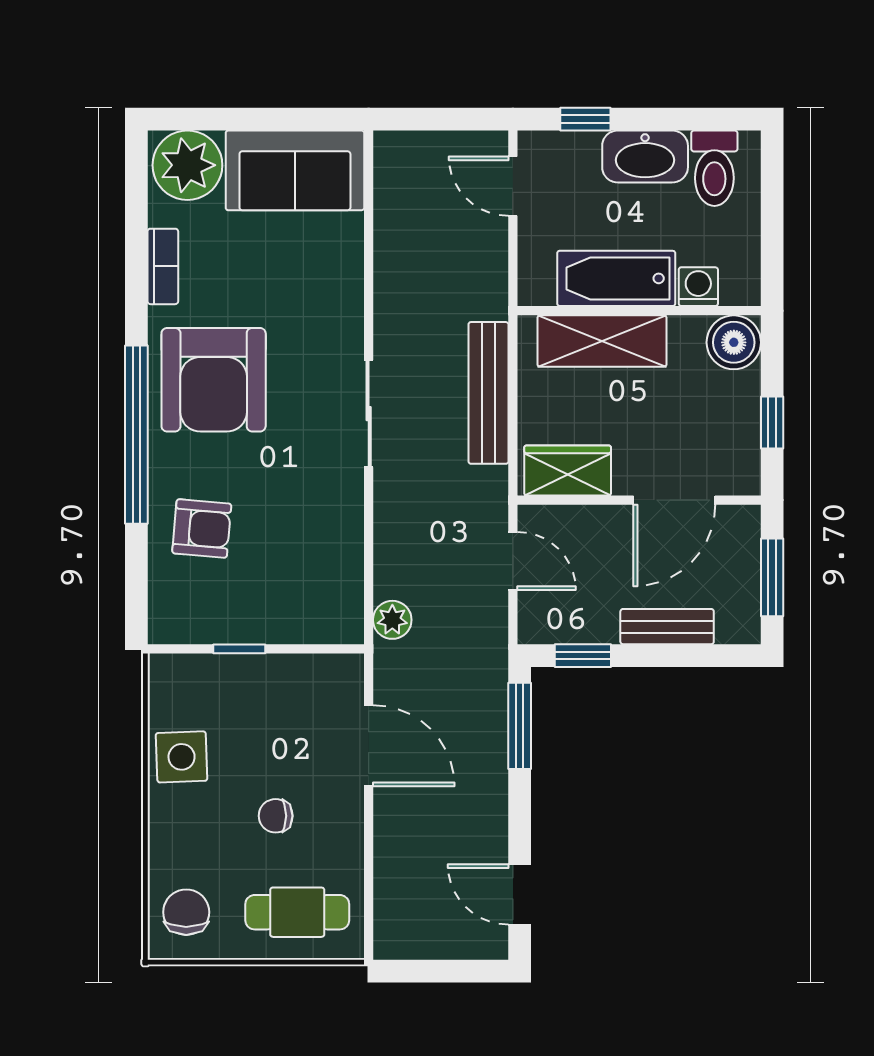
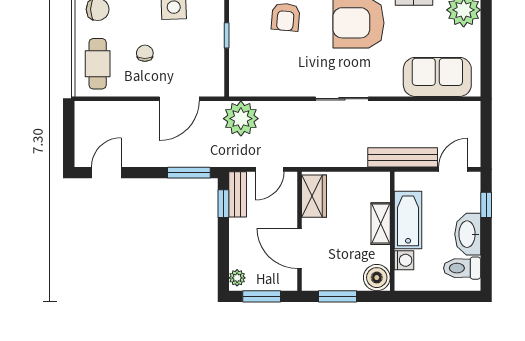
sofa: (295, 170) -> (437, 77), moved, turned 90
shelving: (602, 341) -> (381, 224), width x0.67, depth x0.75
bench: (488, 393) -> (403, 157), moved
window: (772, 422) -> (338, 296), width x1.50
plant: (392, 620) -> (241, 119), width x1.88, depth x1.88
bench: (667, 627) -> (238, 194), moved
plant: (734, 627) -> (237, 278), added

